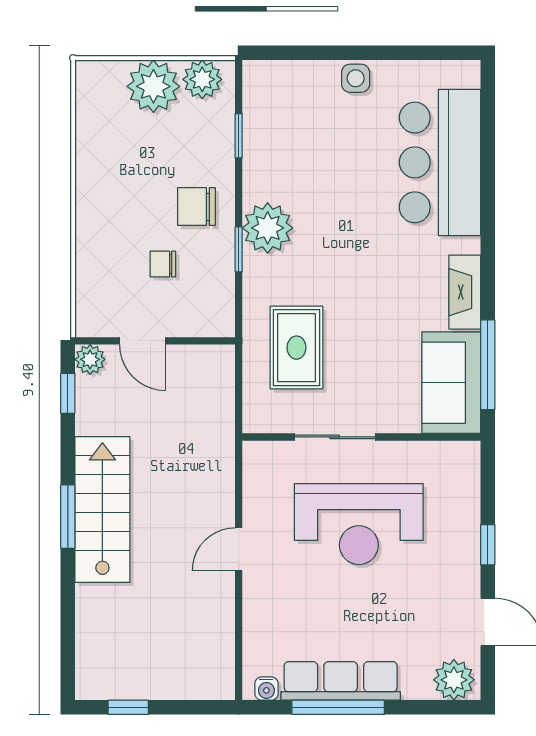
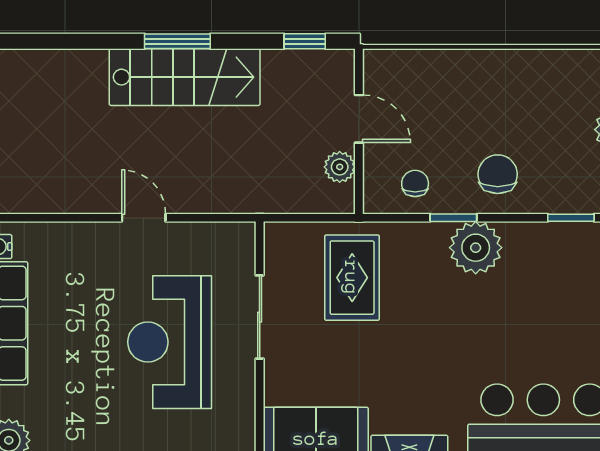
chair: (163, 264) -> (415, 183), moved
door: (143, 341) -> (359, 119), swing flipped
rug: (296, 348) -> (352, 278), turned 90
plant: (90, 359) -> (340, 167), moved

